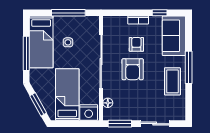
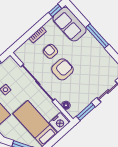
window: (160, 13) -> (55, 10), moved
armchair: (133, 69) -> (62, 69), turned -90
coffee table: (172, 81) -> (95, 54), removed

